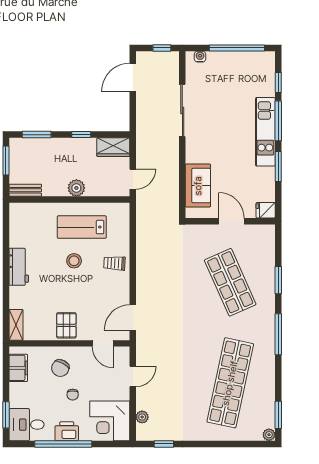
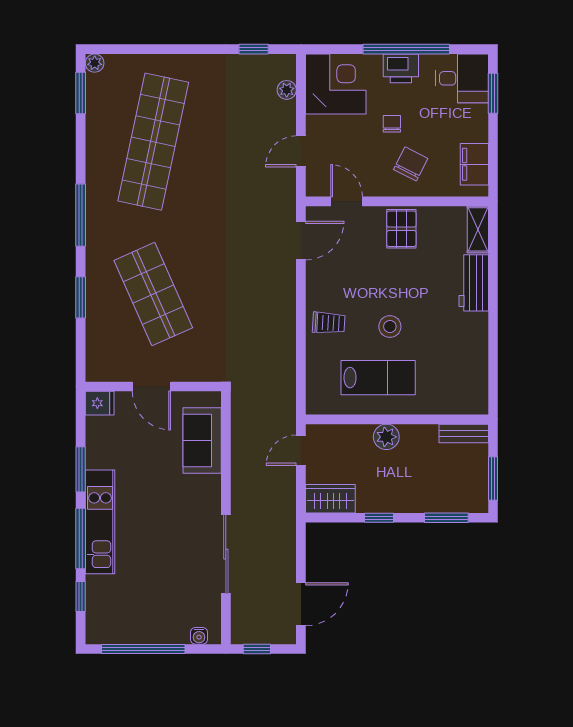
workbench: (19, 267) -> (474, 283), moved

